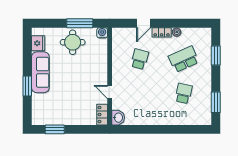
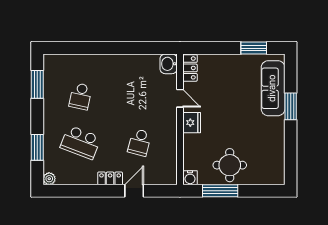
plant: (177, 32) -> (49, 179), moved
fridge: (38, 43) -> (192, 123), moved, turned 180
school desk: (184, 59) -> (80, 142), turned 45
sofa: (40, 72) -> (273, 88), moved

